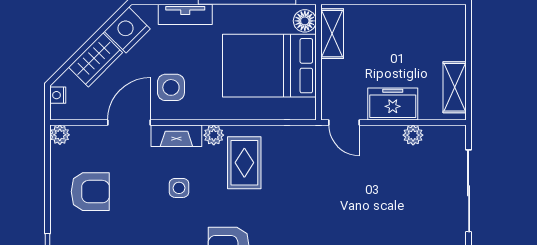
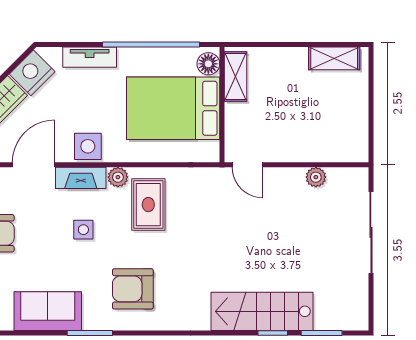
side table: (171, 87) -> (88, 146), moved
shelving: (455, 87) -> (334, 58), moved, turned 90
freezer: (393, 104) -> (296, 146), removed

